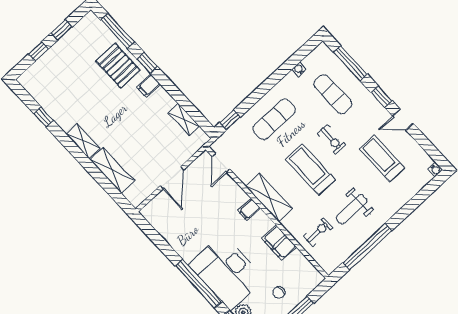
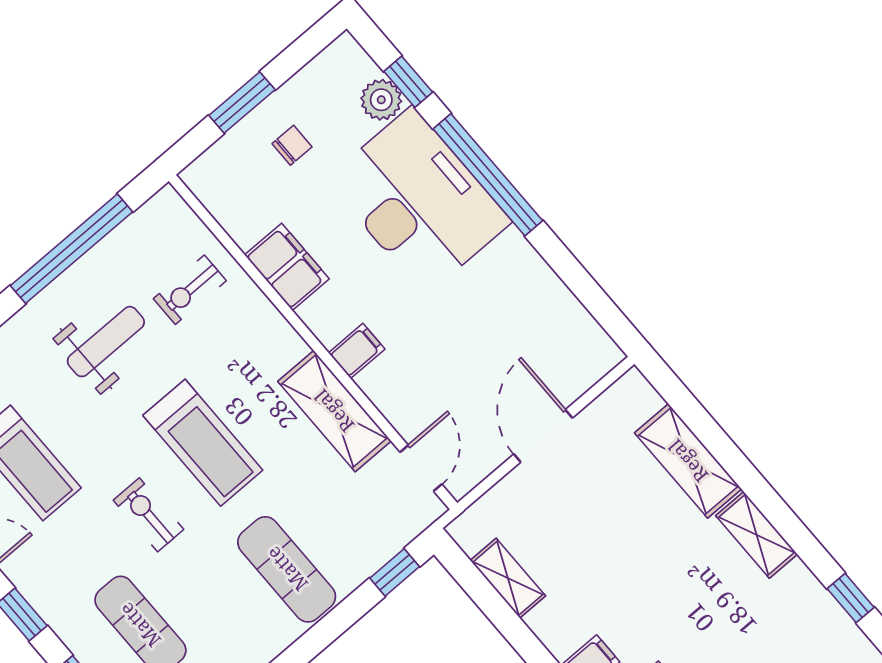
exercise mat: (274, 119) -> (287, 569), turned 90
shelving: (269, 197) -> (334, 411), moved

